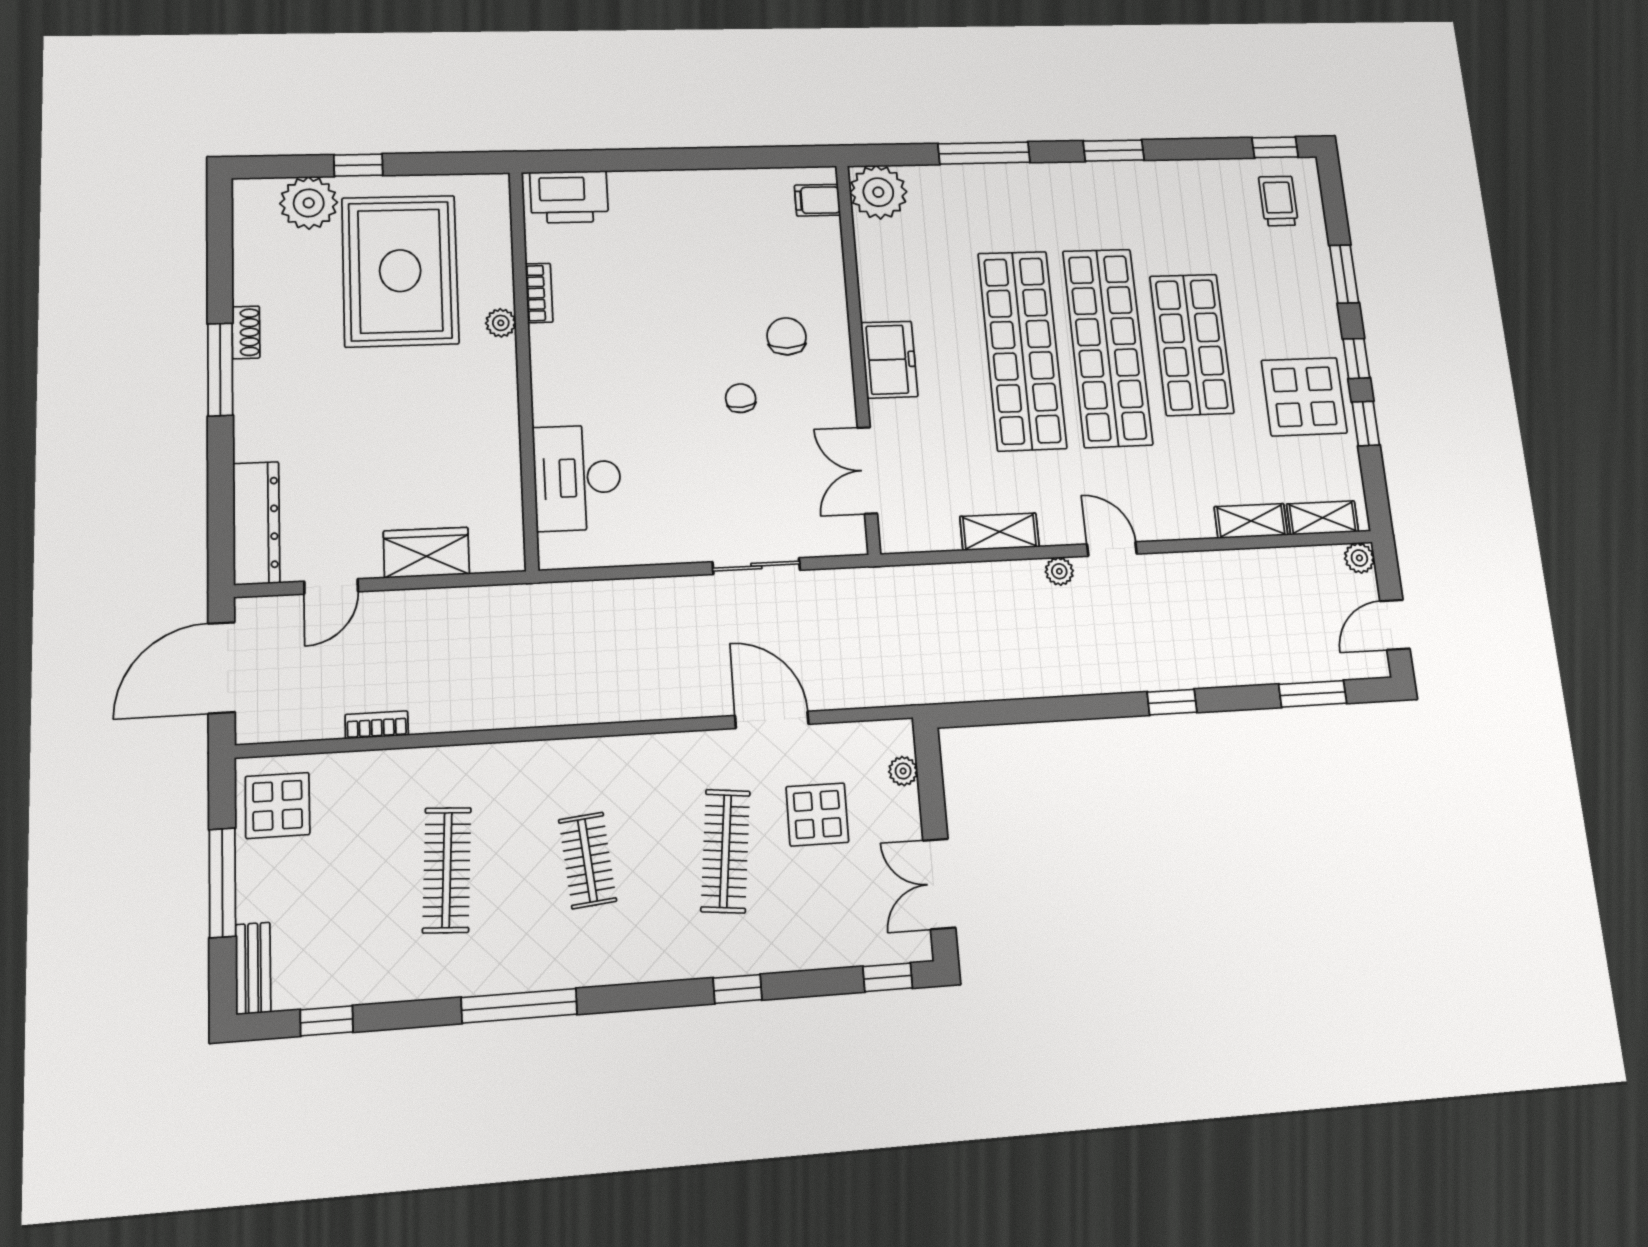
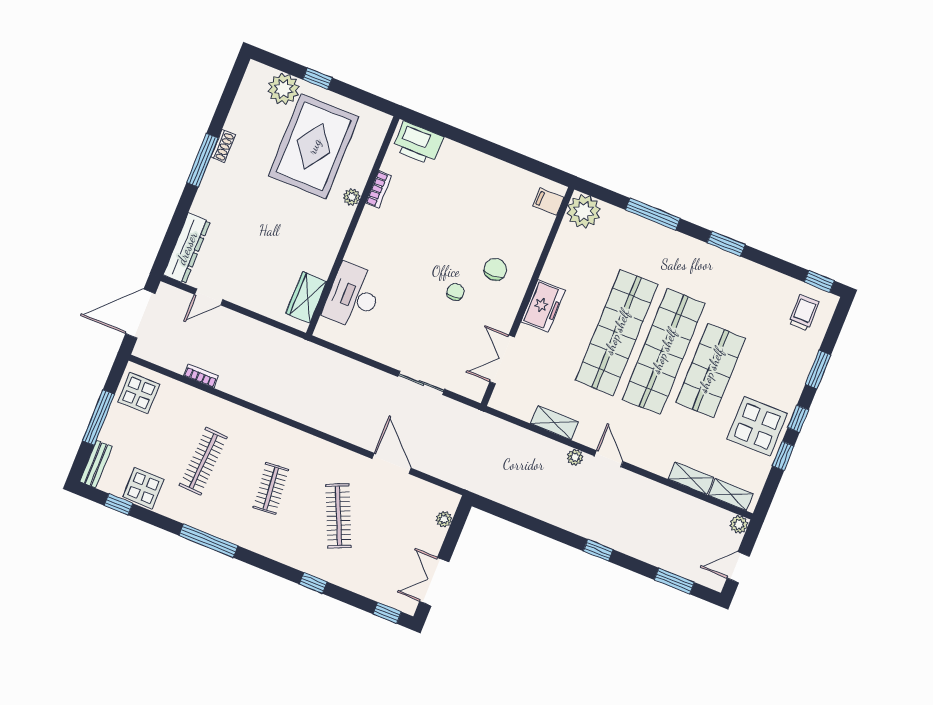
wardrobe: (426, 553) -> (306, 297), moved, turned -90
display table: (817, 814) -> (143, 488), moved
clothes rail: (725, 851) -> (338, 516), turned -30

